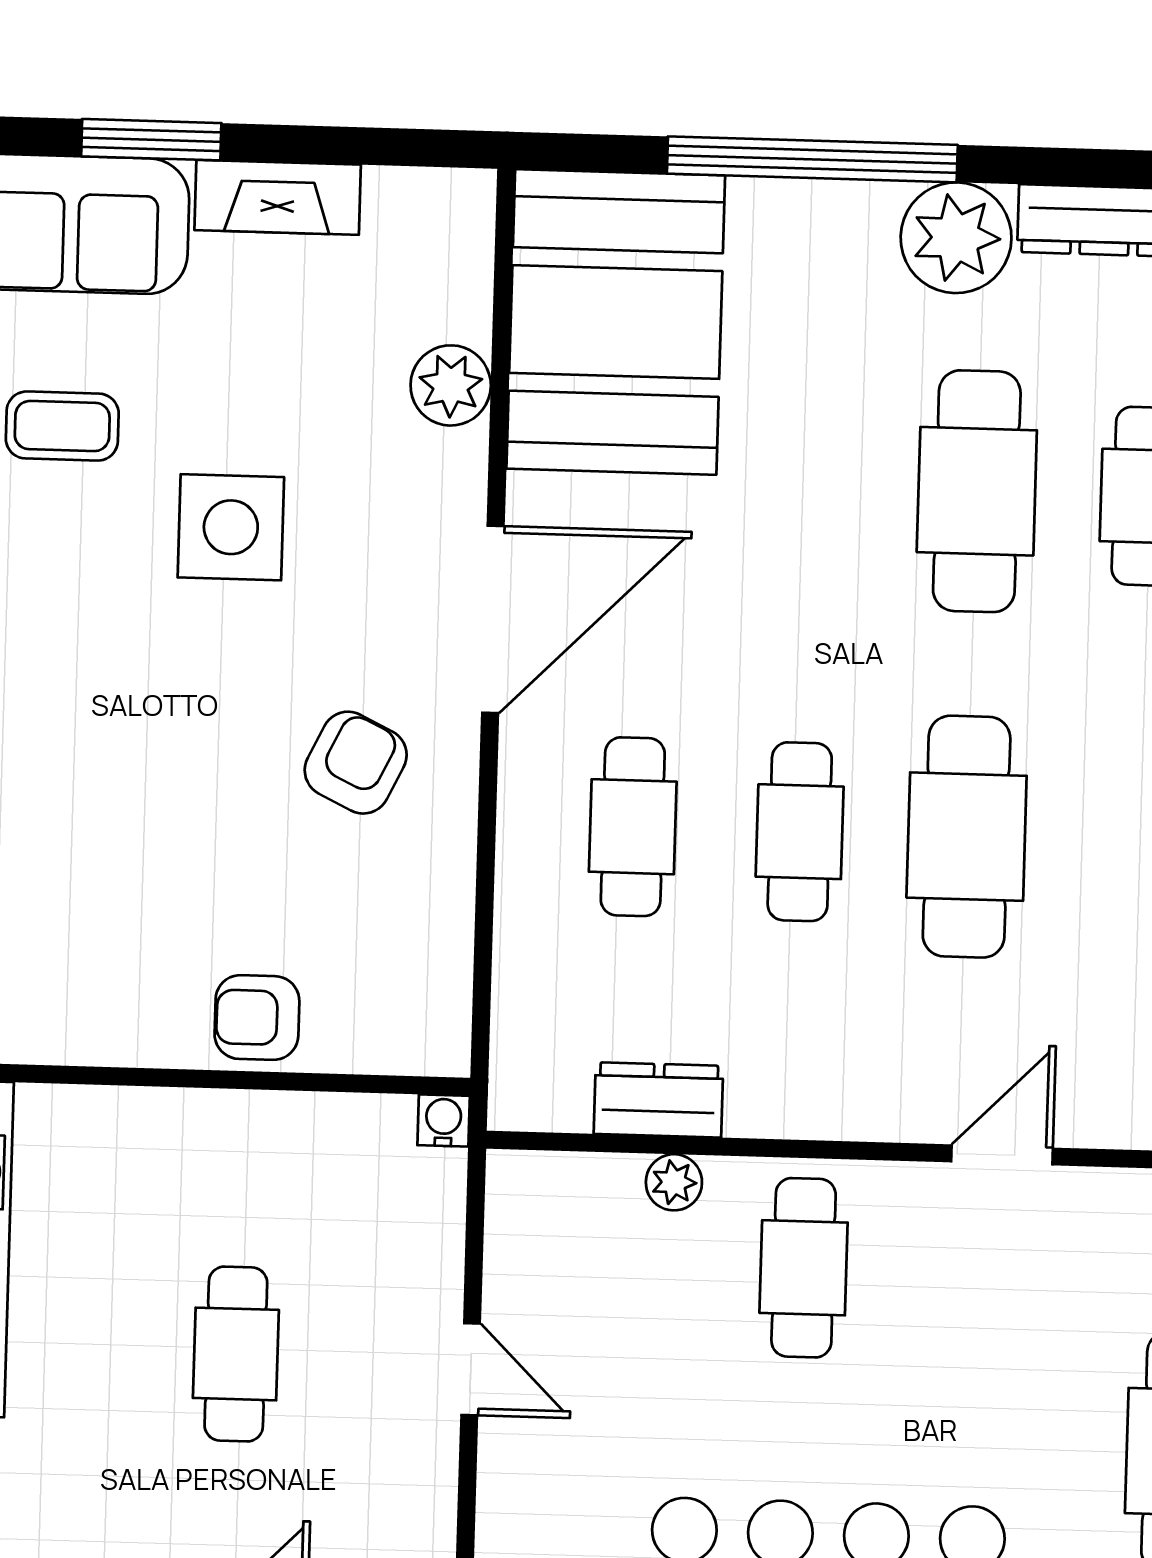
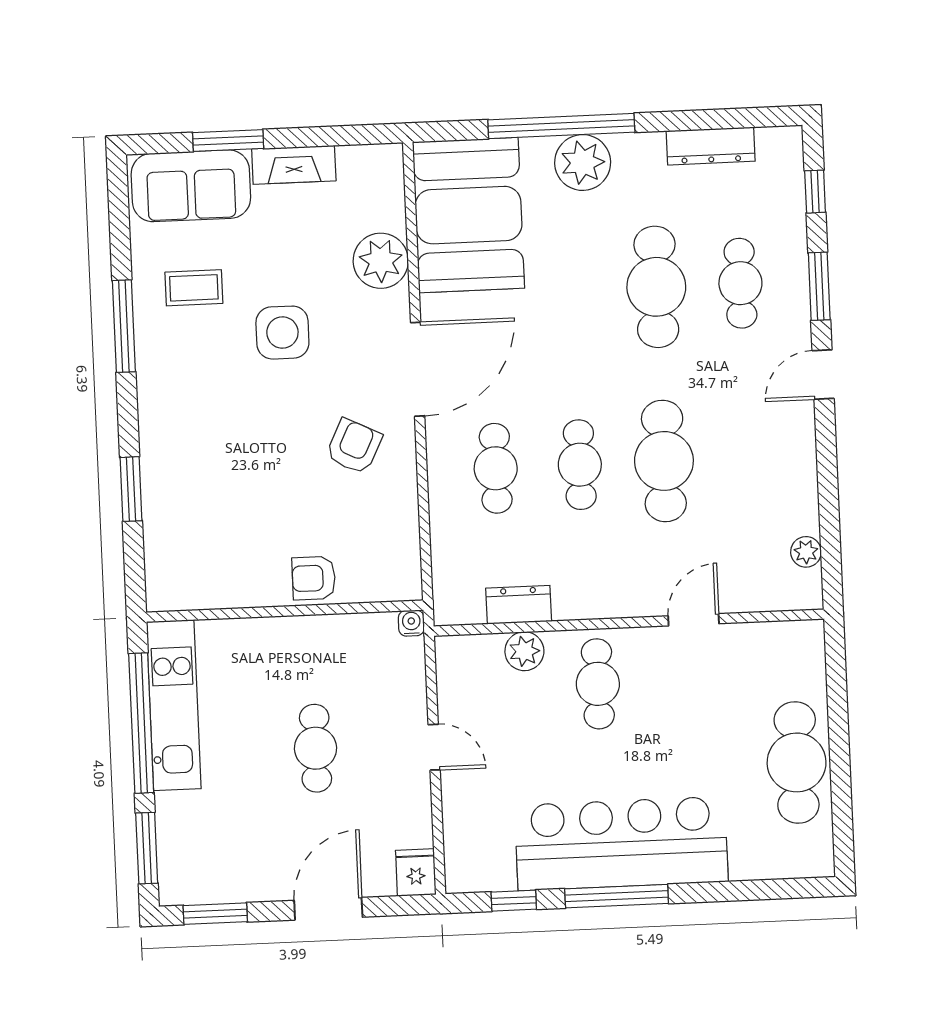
plant: (956, 238) -> (583, 162), moved
plant: (451, 385) -> (381, 261), width x1.36, depth x1.36
plant: (674, 1182) -> (524, 651), width x1.38, depth x1.38

